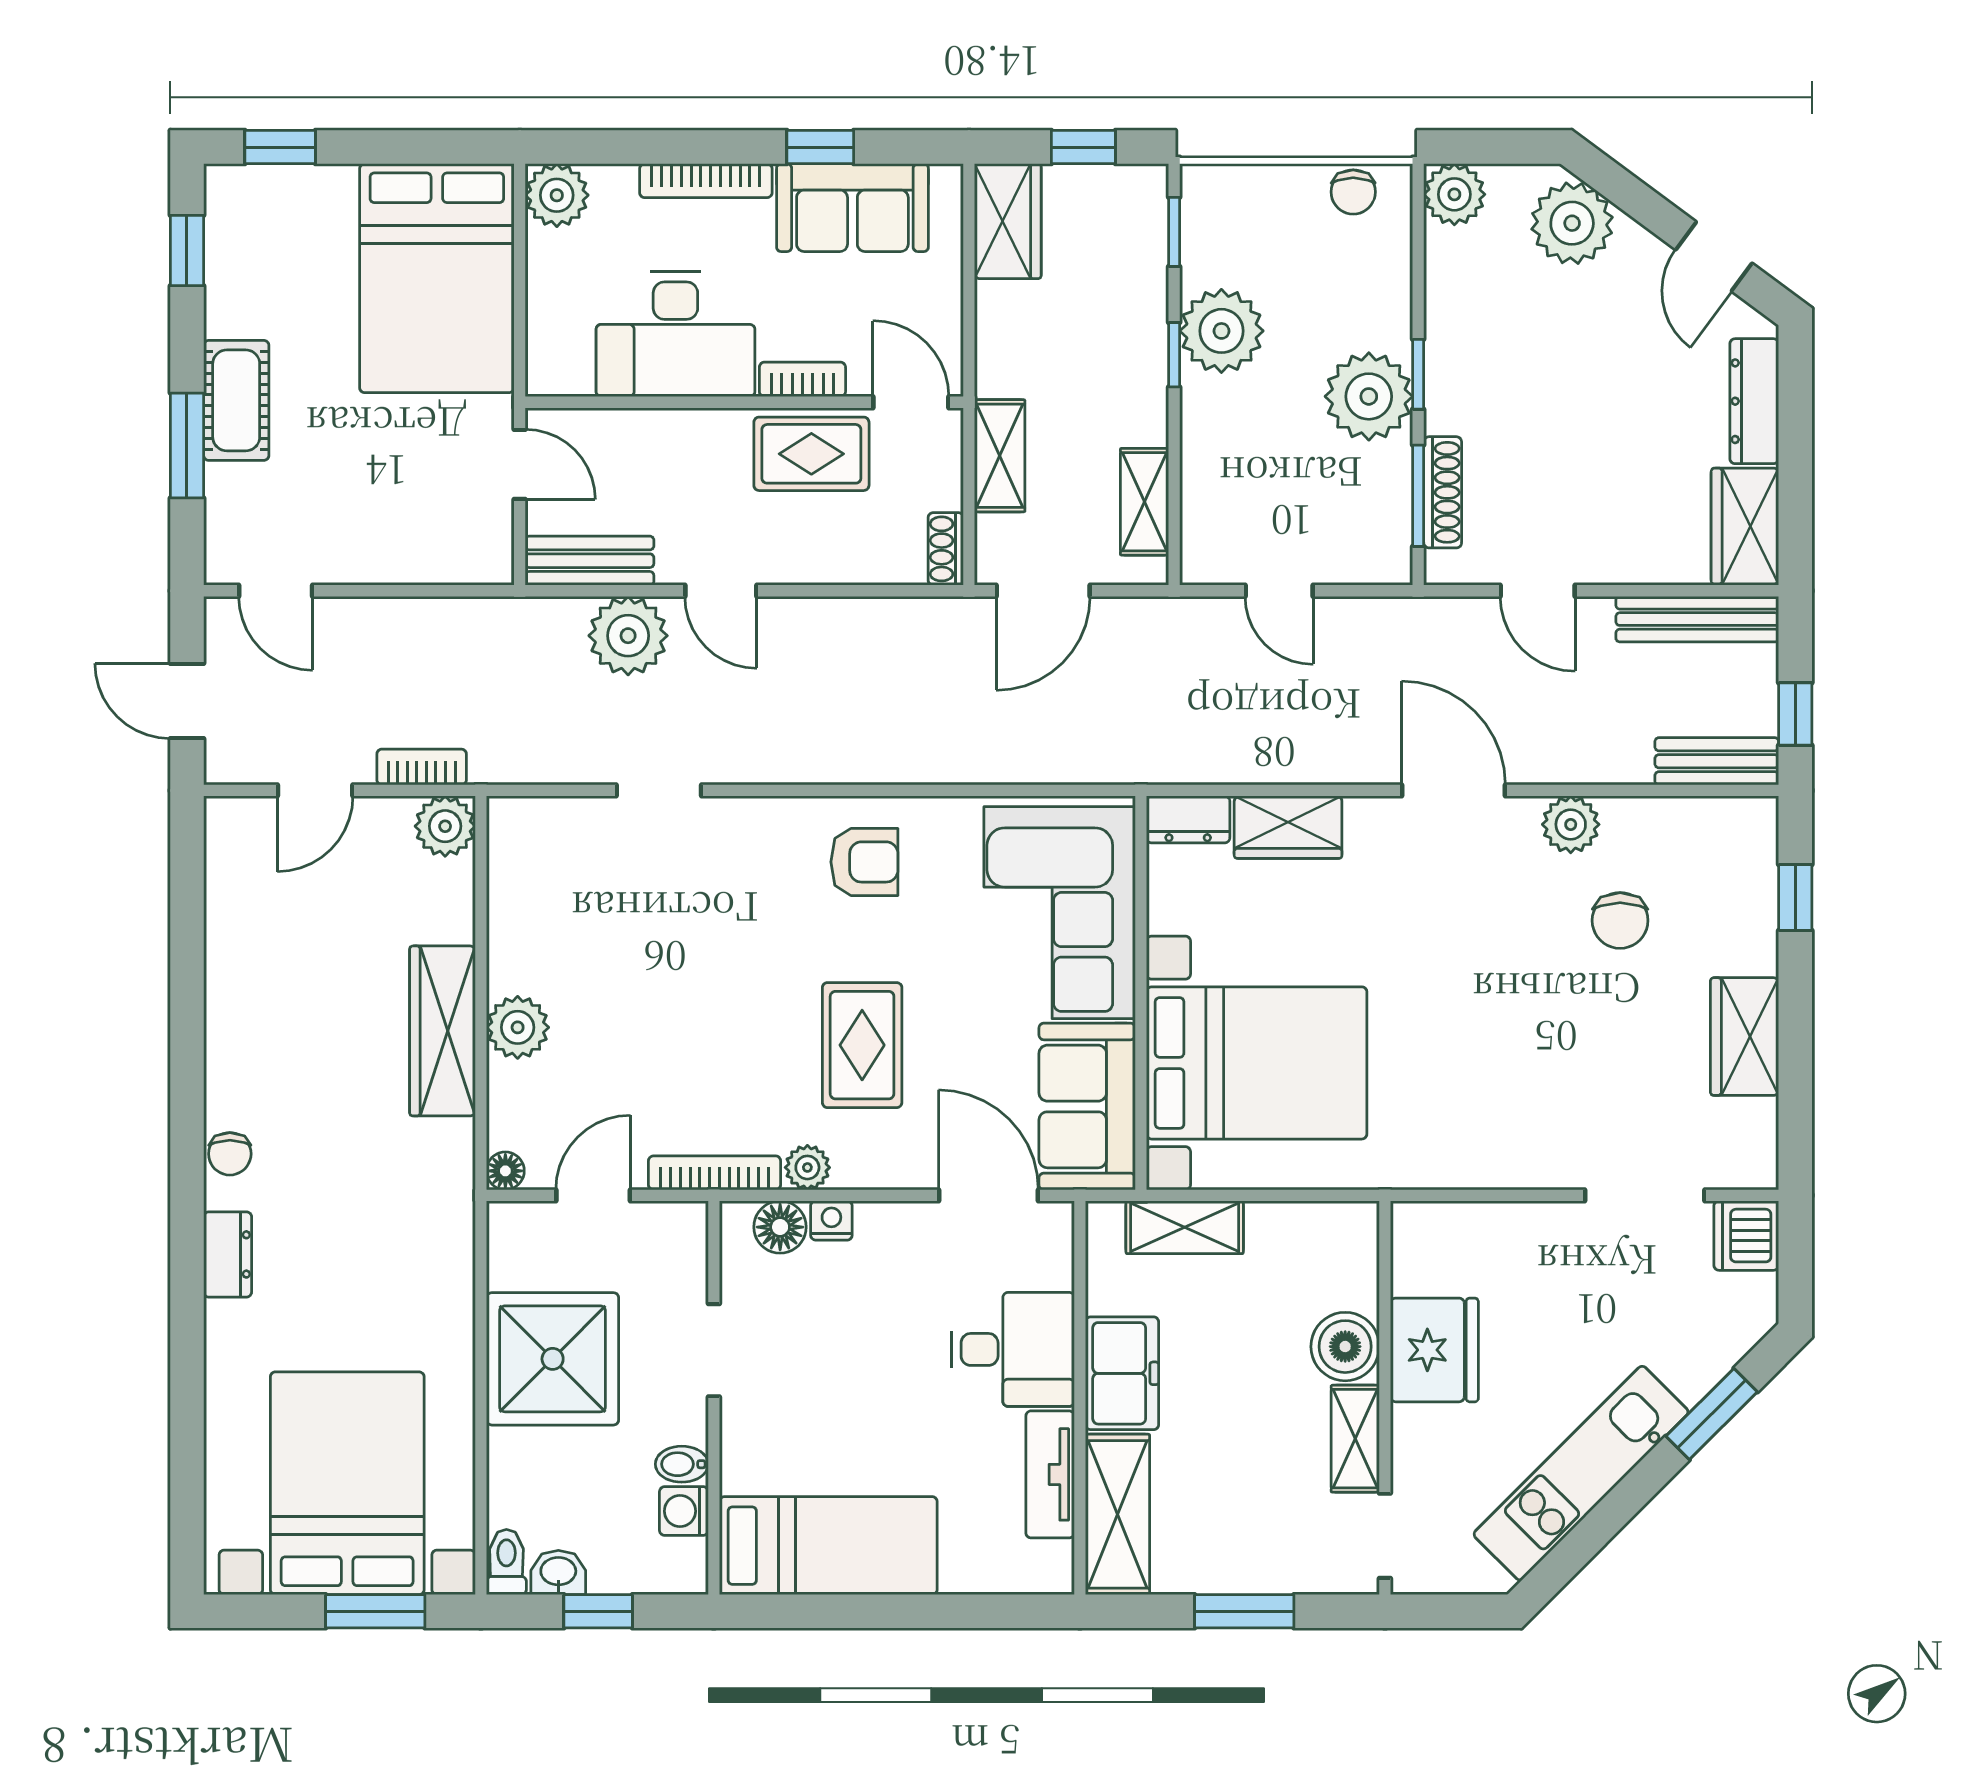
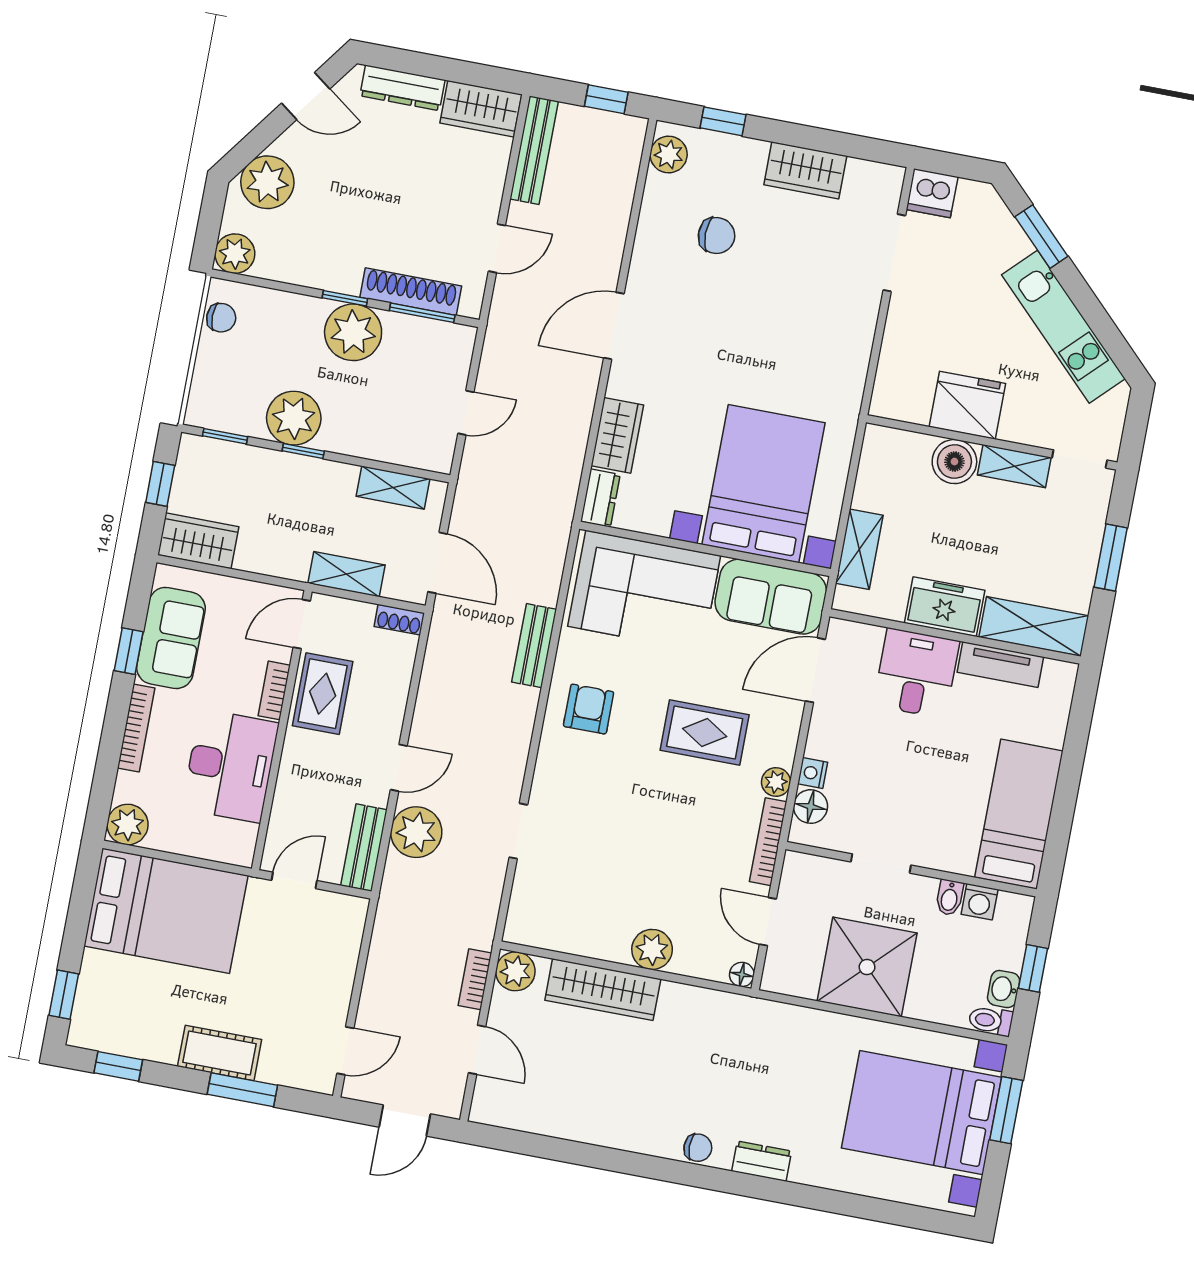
shoe rack: (1443, 492) -> (411, 292), width x1.36, depth x1.24
bench: (1717, 761) -> (534, 646), moved
plant: (1571, 824) -> (669, 155), moved
wardrobe: (442, 1031) -> (603, 990), moved

